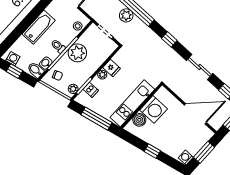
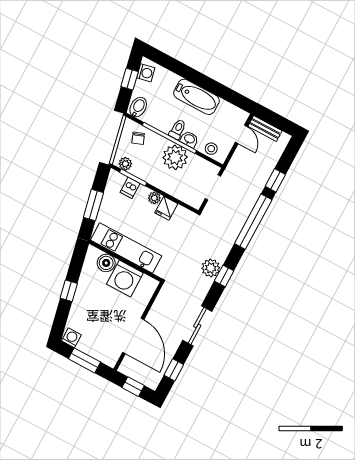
plant: (126, 15) -> (211, 268), moved
washbasin: (46, 63) -> (189, 139), moved
window: (96, 119) -> (93, 205), width x0.69

